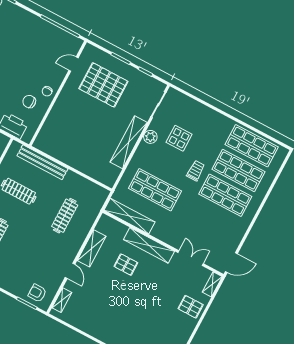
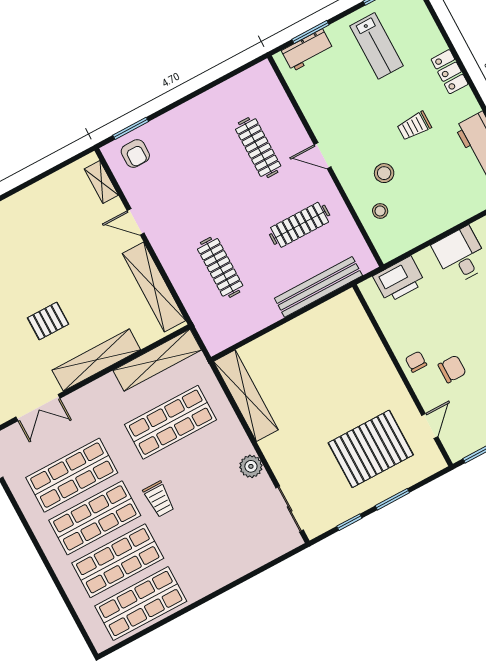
chair: (29, 102) -> (452, 369), moved
display table: (179, 138) -> (221, 506), removed
shelving: (129, 142) -> (246, 396), moved
shop shelf: (212, 220) -> (72, 475), added
shelving: (92, 248) -> (154, 287), width x1.47
pallet: (126, 265) -> (48, 321), moved
armchair: (37, 293) -> (135, 154), turned 90

